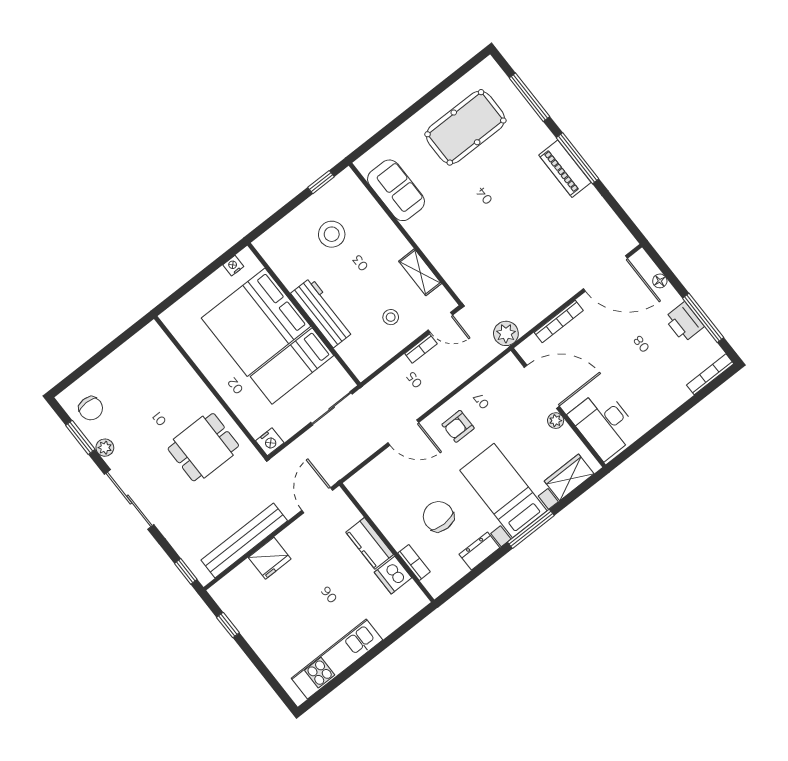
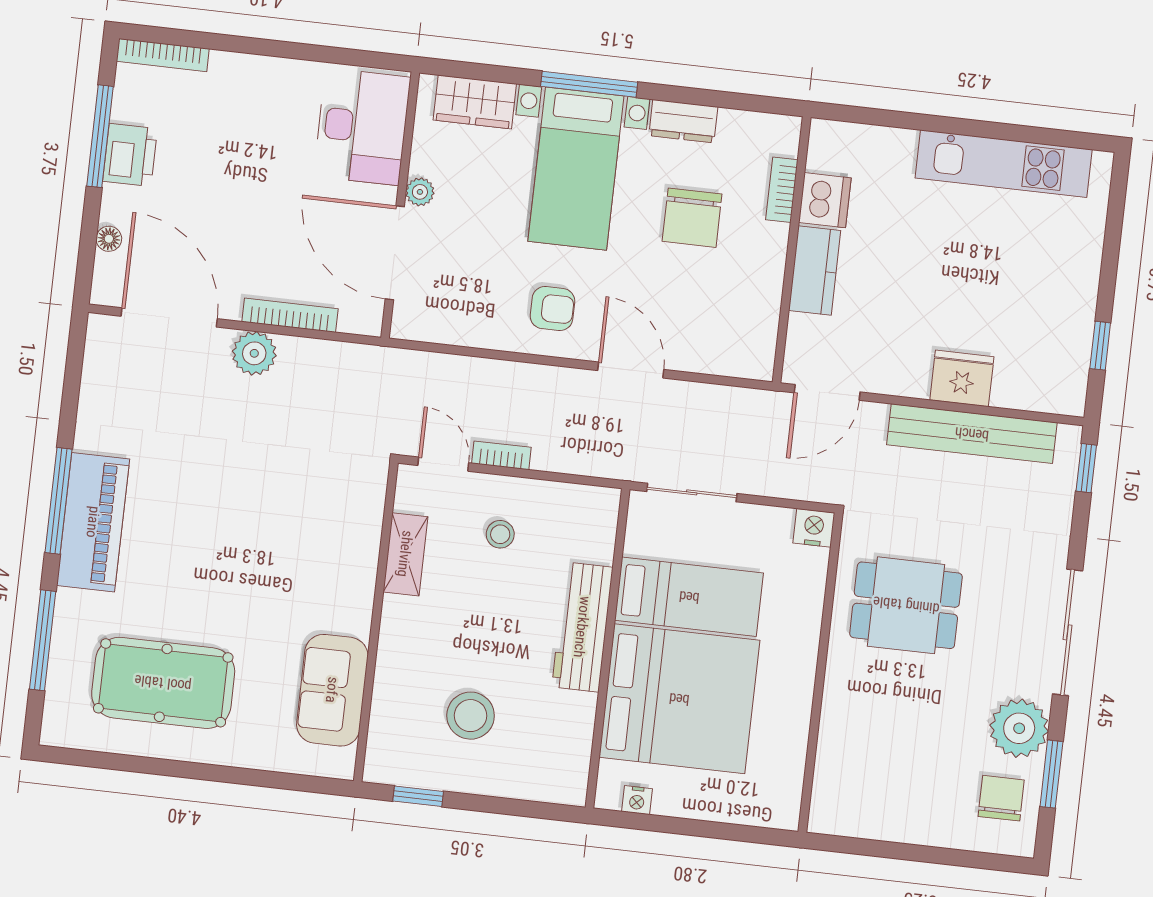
piano: (565, 169) -> (93, 522), width x1.37, depth x1.33
plant: (506, 333) -> (254, 353), moved
plant: (105, 448) -> (1019, 728), width x1.88, depth x1.88

